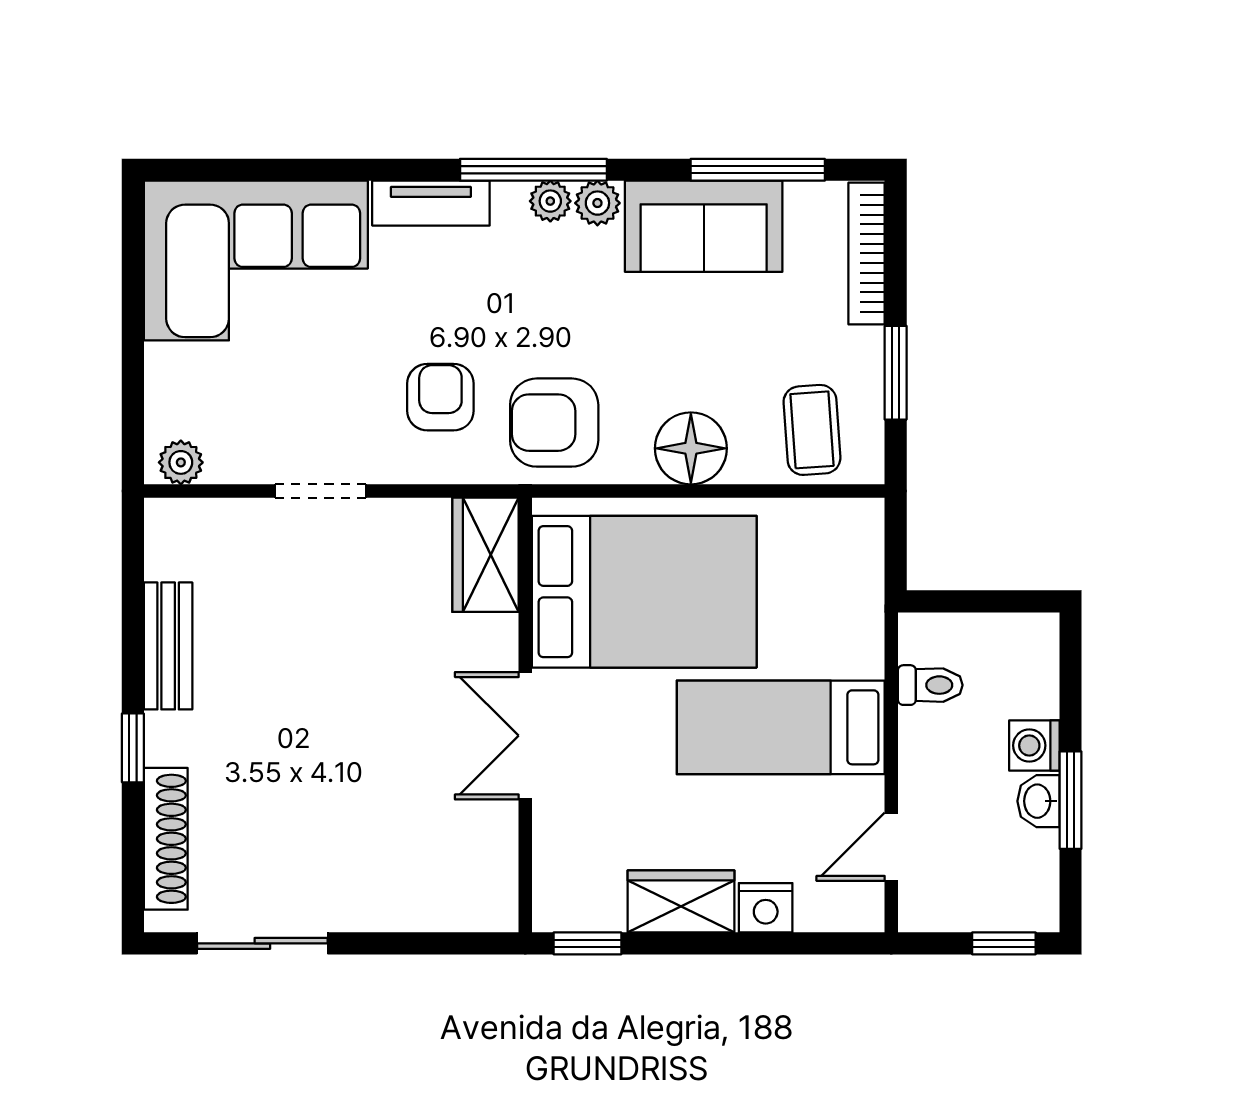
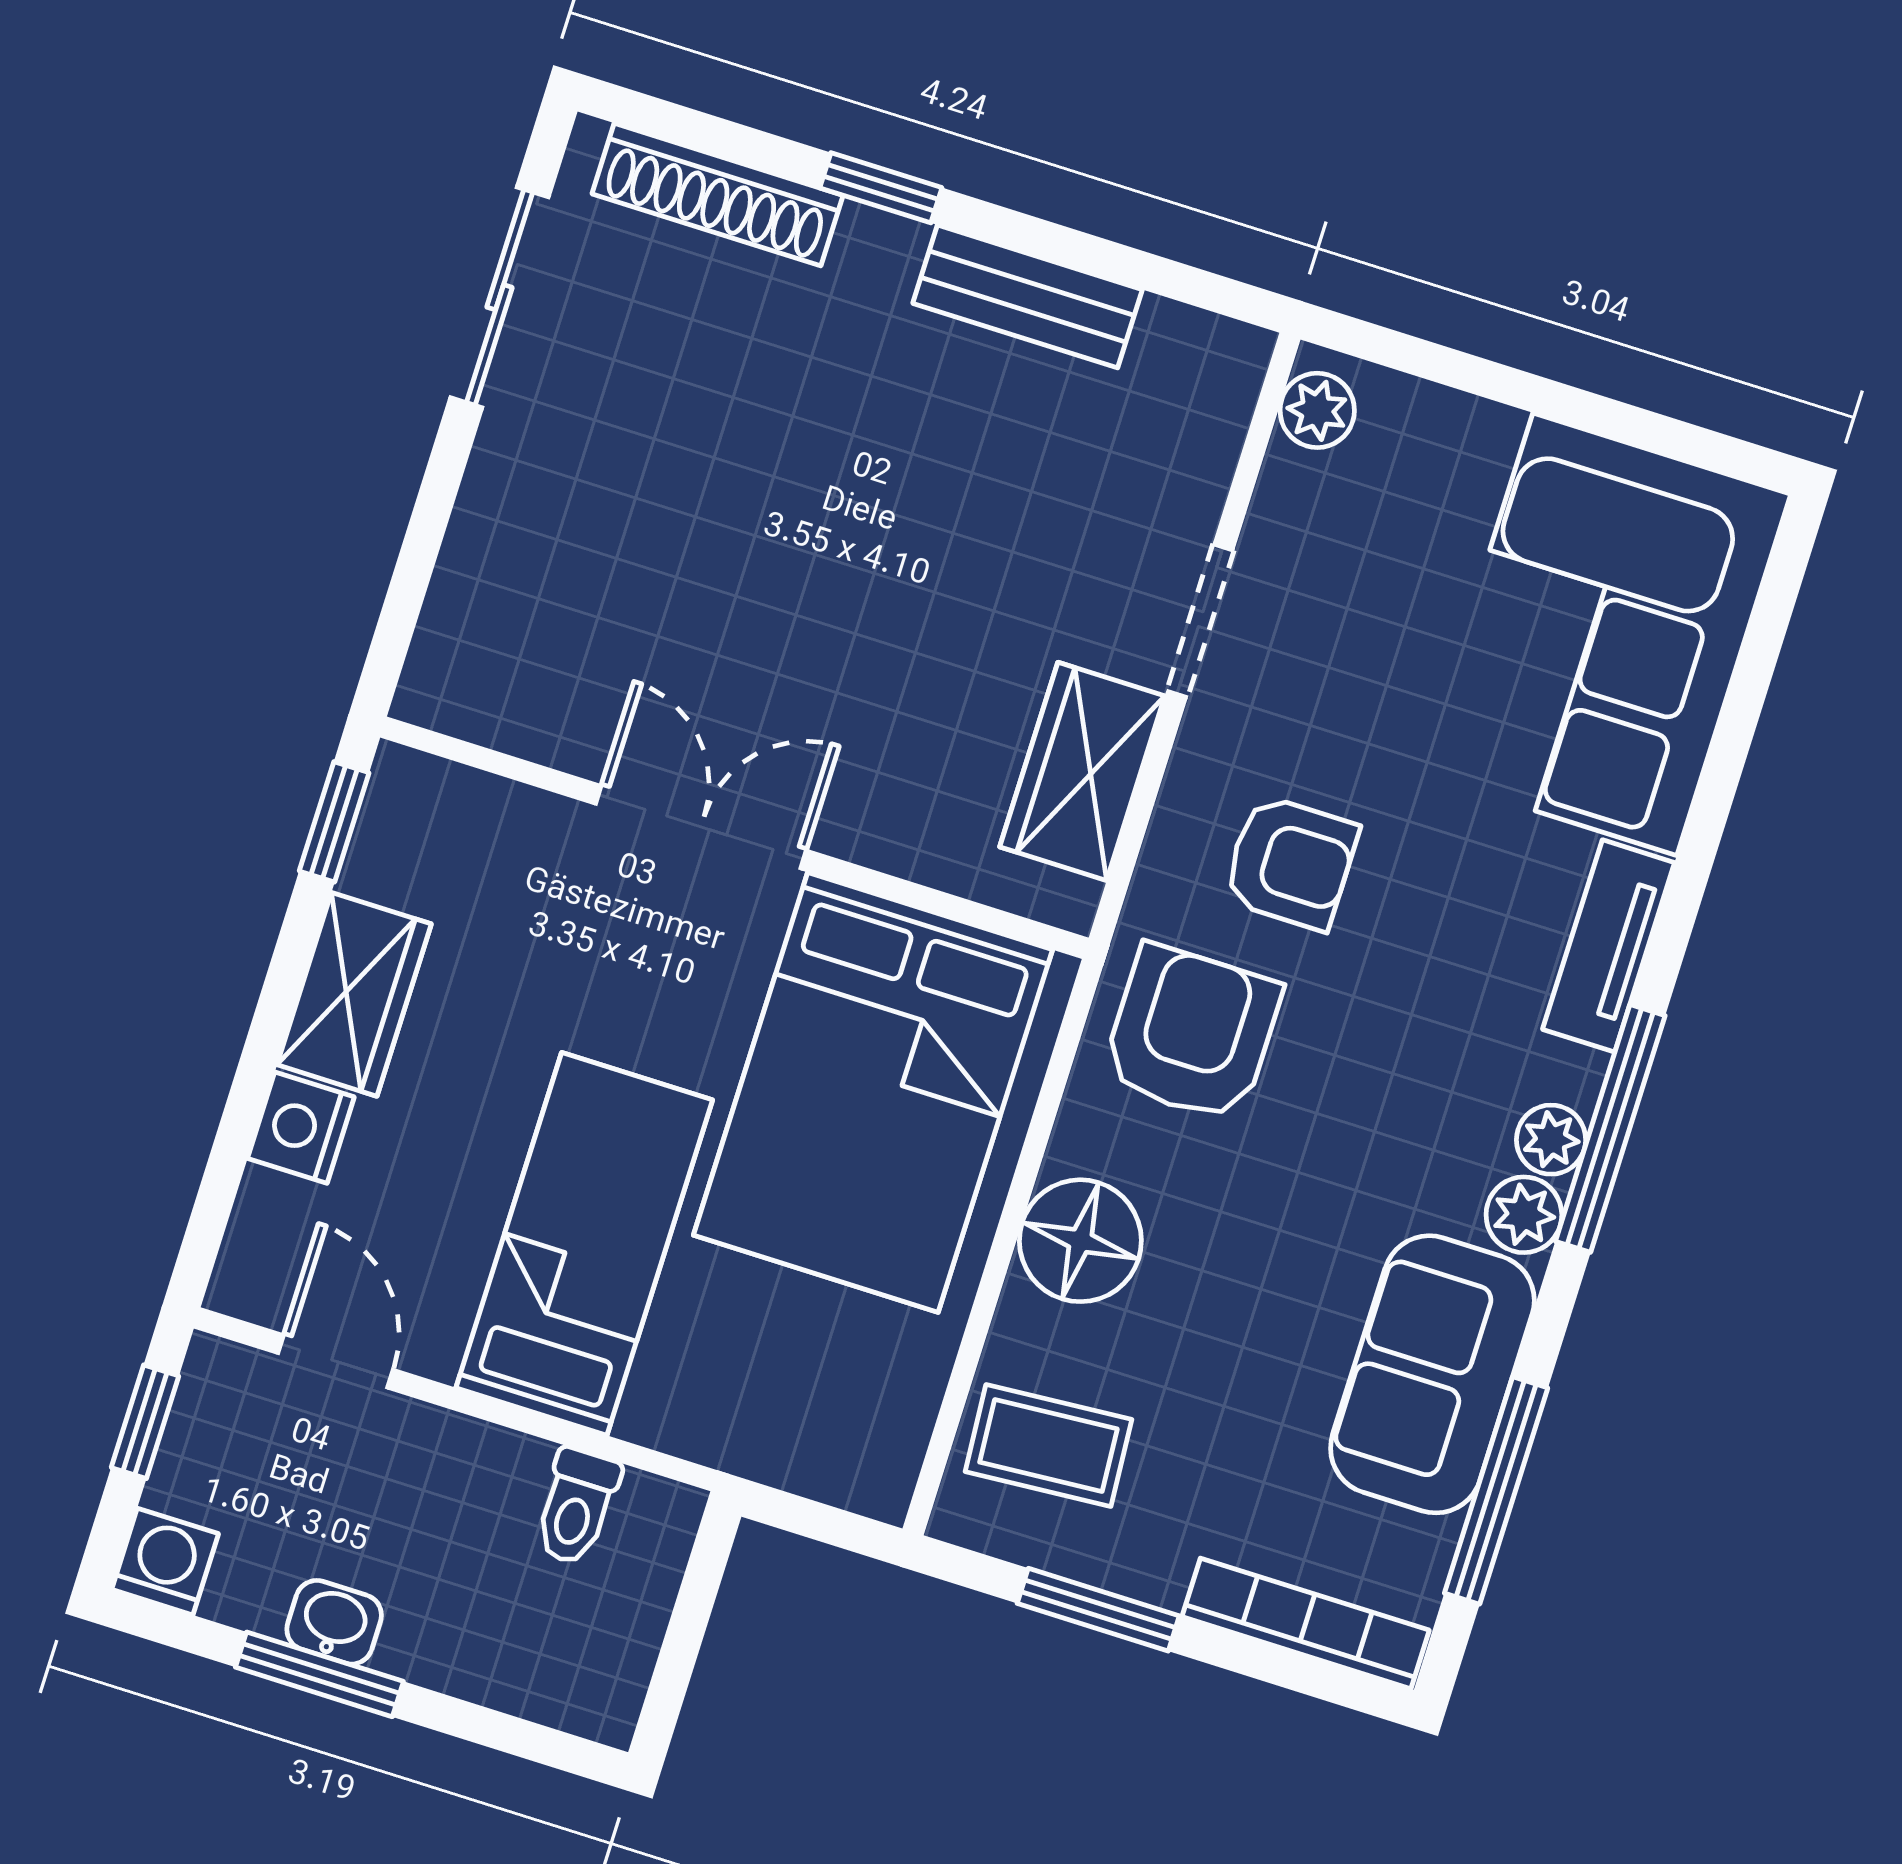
wardrobe: (485, 555) -> (1082, 771), moved, turned -90
washing machine: (1034, 745) -> (165, 1562), moved
window: (1004, 943) -> (145, 1422), moved

